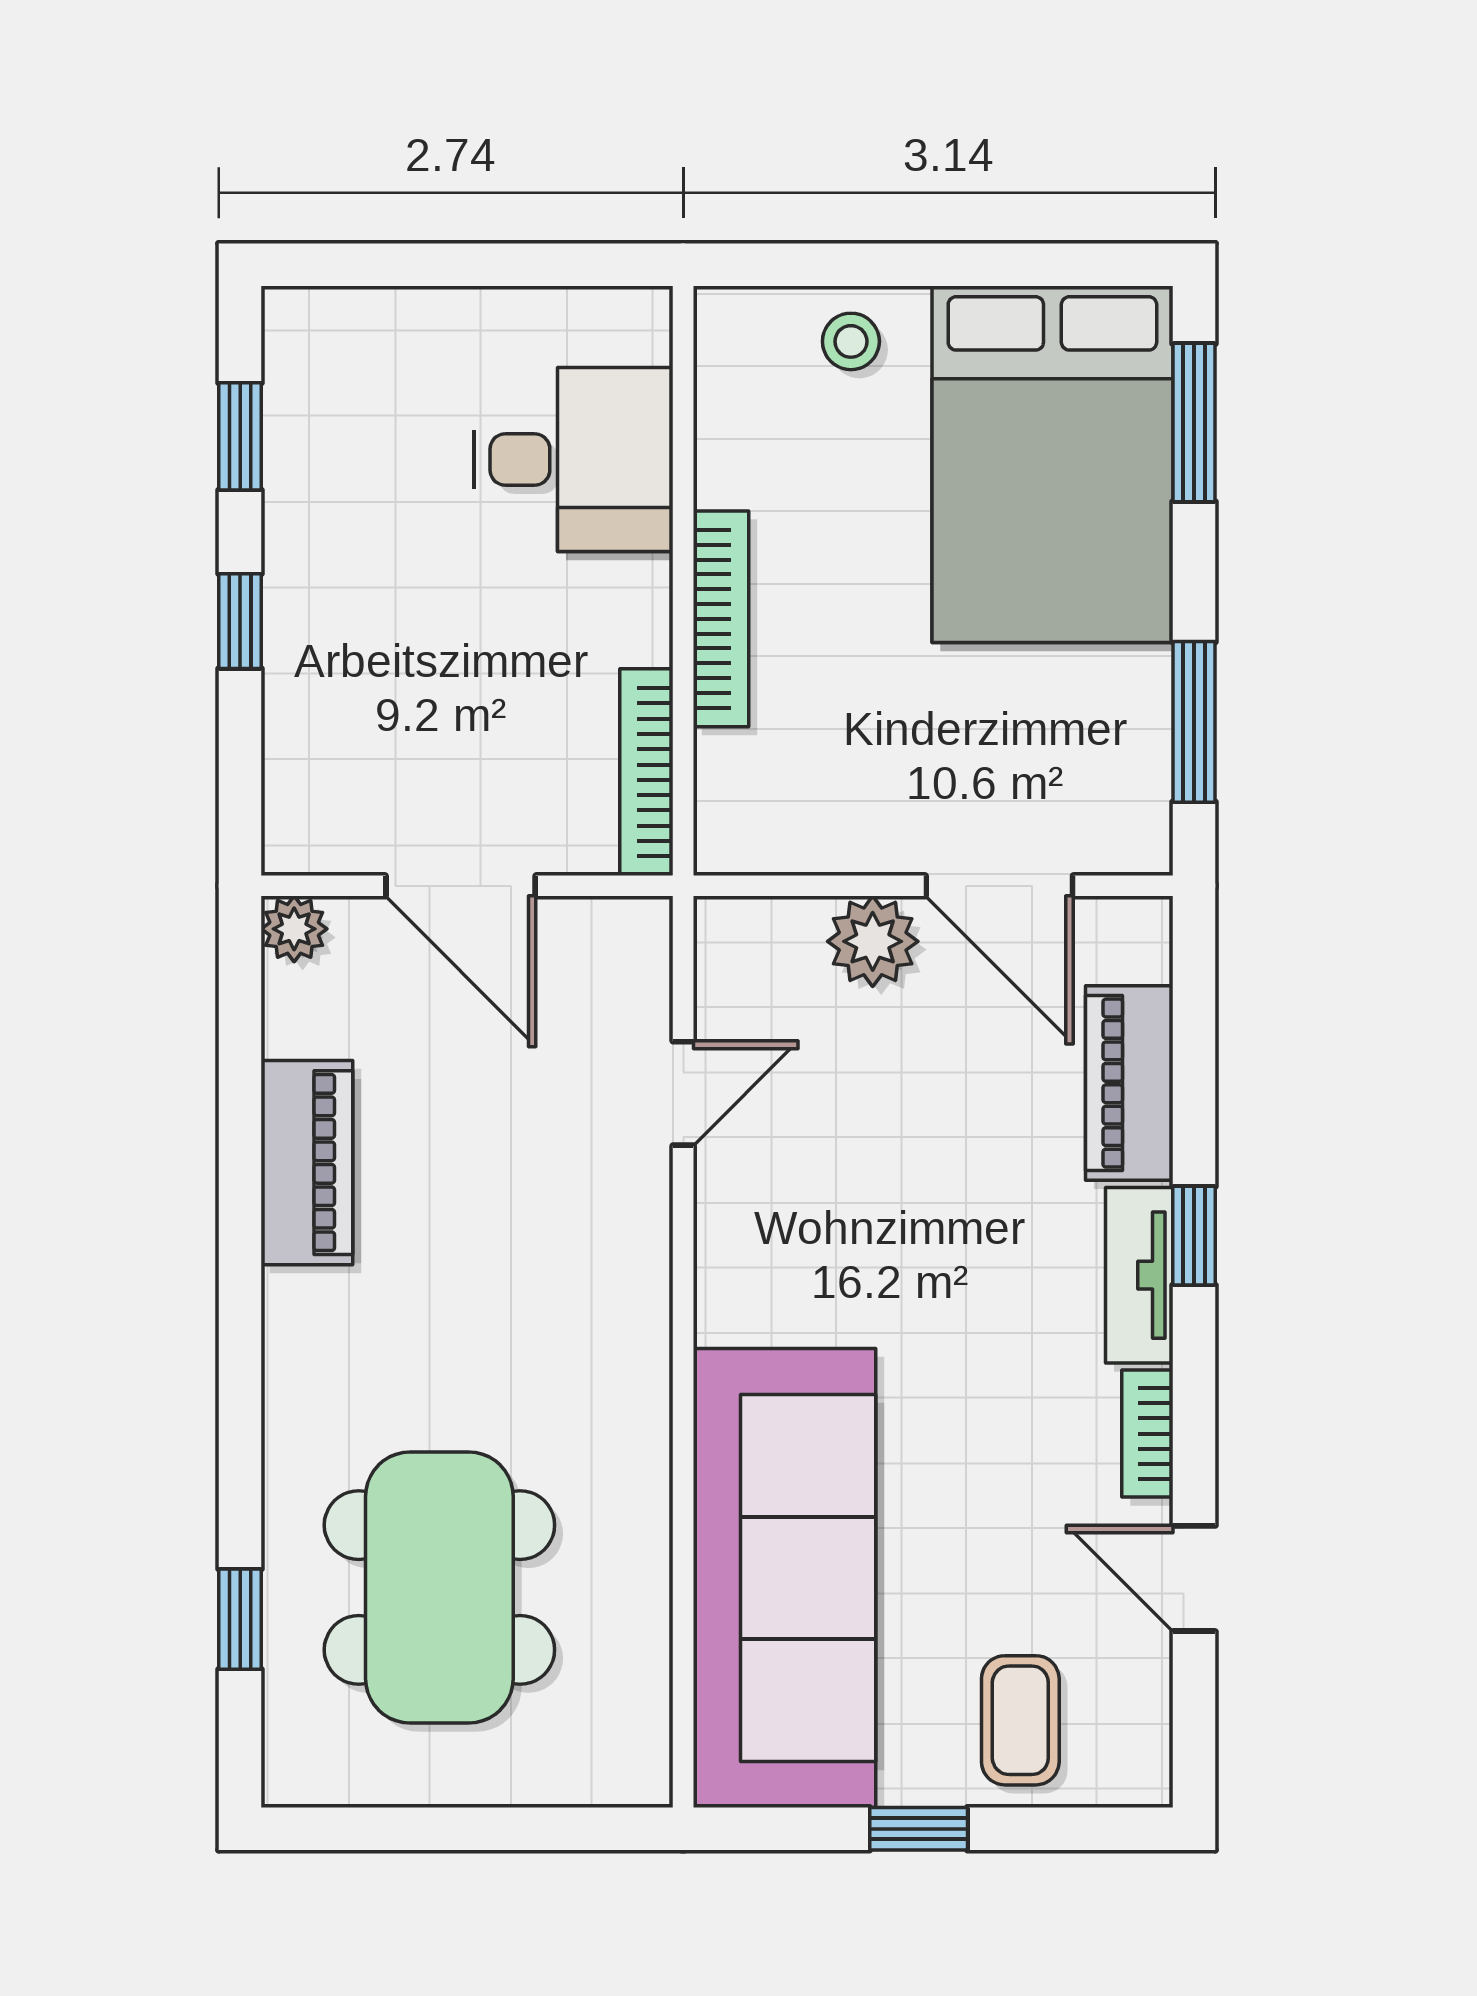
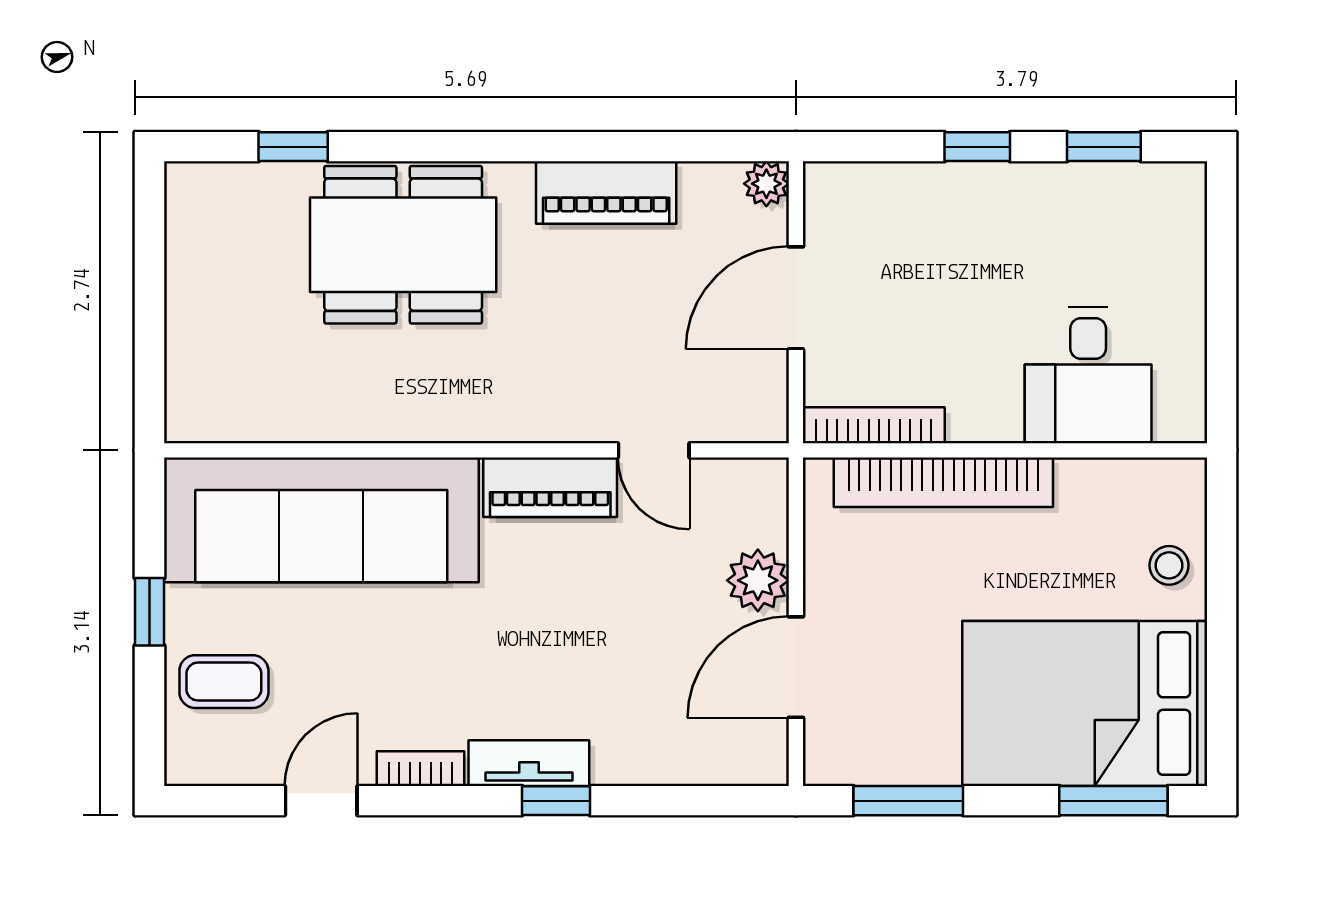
bookcase: (721, 619) -> (943, 482), width x1.48, depth x1.31
piano: (1129, 1083) -> (550, 487), moved, turned 180
dining table: (439, 1587) -> (403, 245), moved

